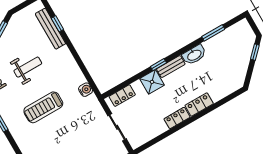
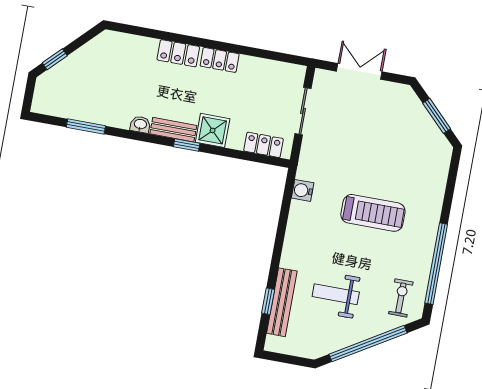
washbasin: (194, 55) -> (140, 124), width x0.52, depth x0.69
weight bench: (28, 67) -> (336, 294), moved

